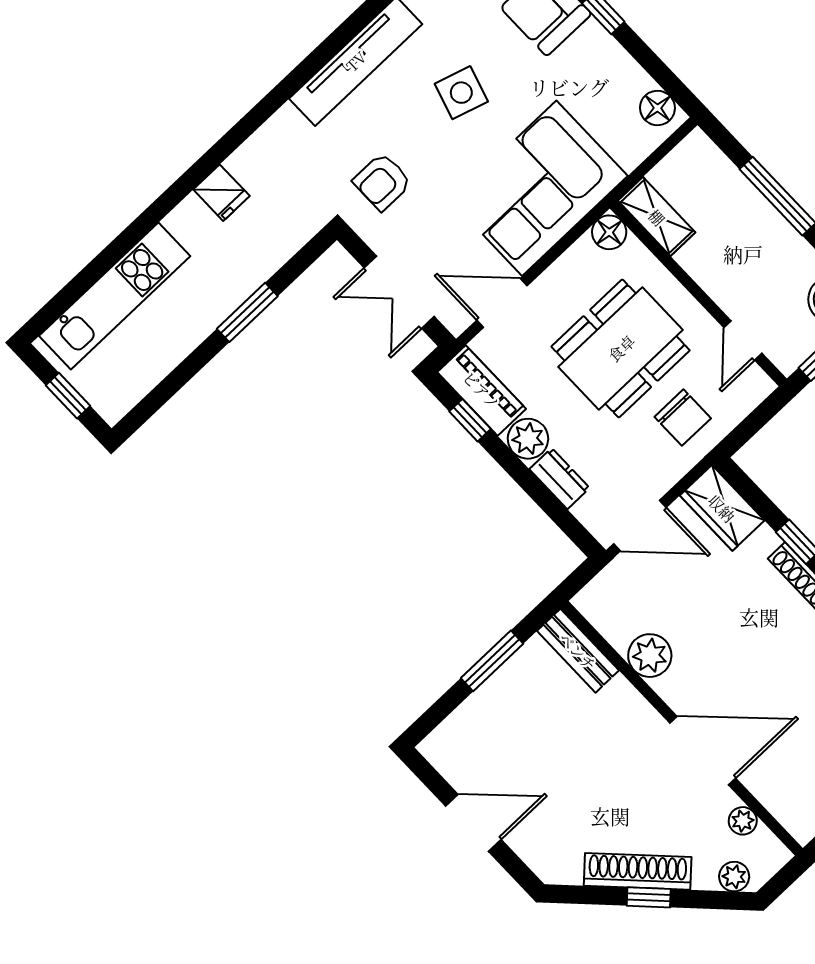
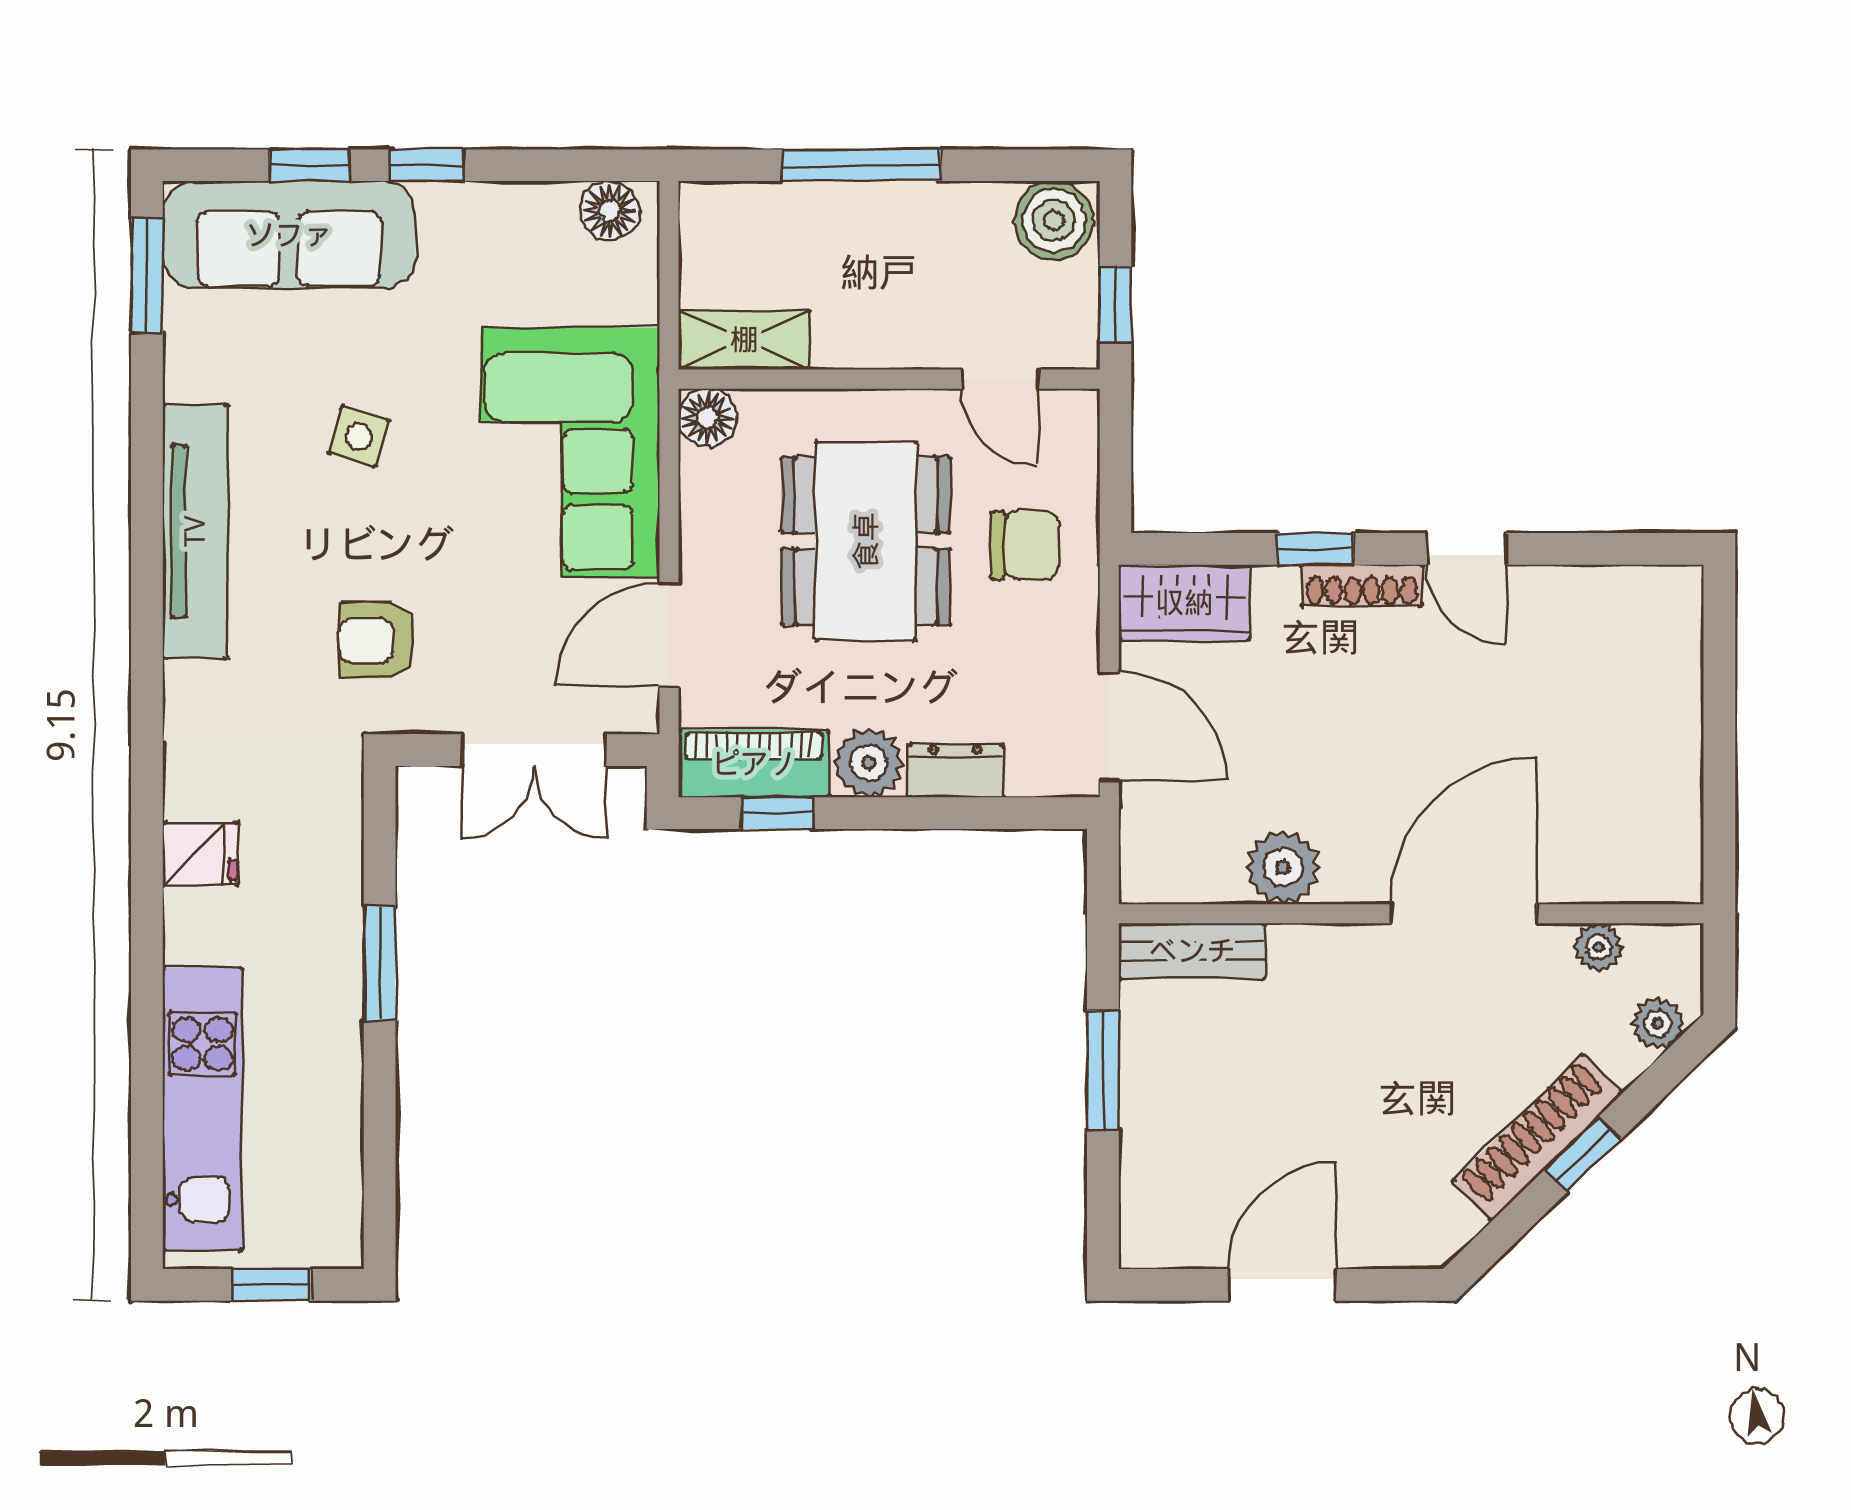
side table: (461, 93) -> (359, 437), width x0.73, depth x0.73
armchair: (382, 182) -> (376, 641), turned 90
door: (640, 526) -> (1109, 726), hinge flipped

